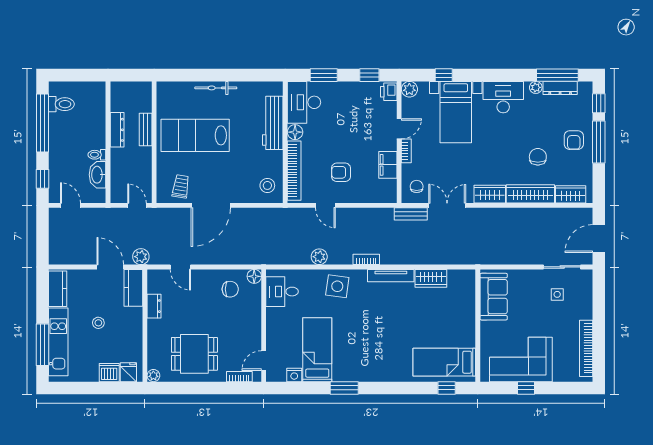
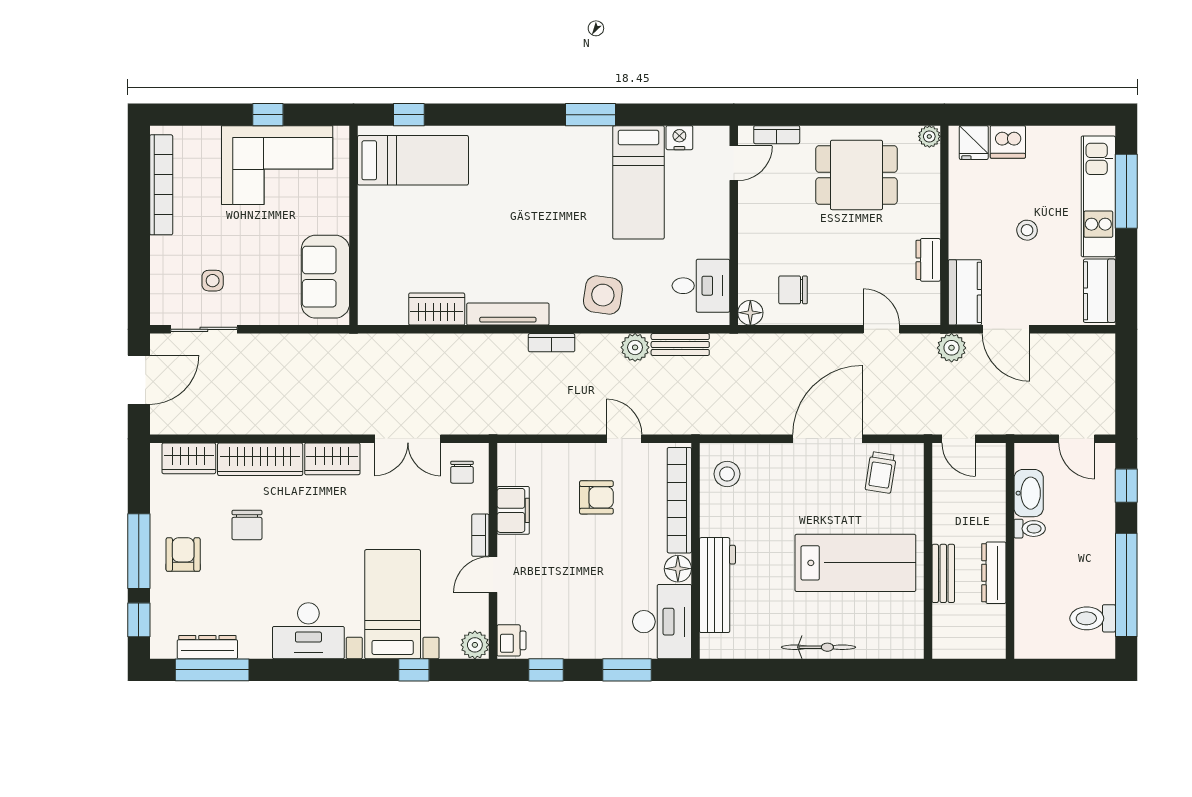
plant: (536, 87) -> (251, 648), removed
bench: (411, 214) -> (680, 344), moved

